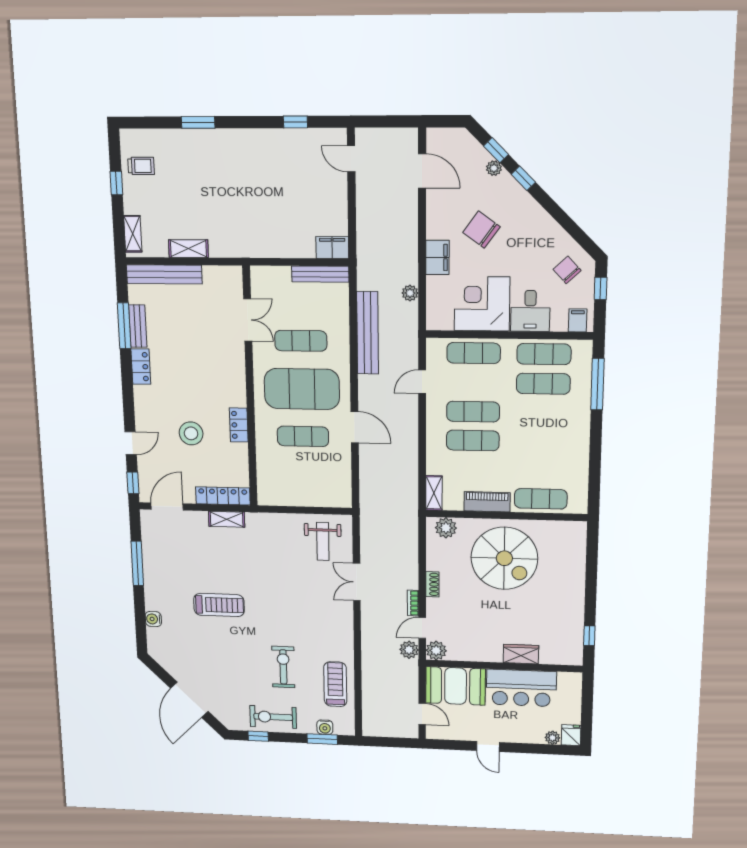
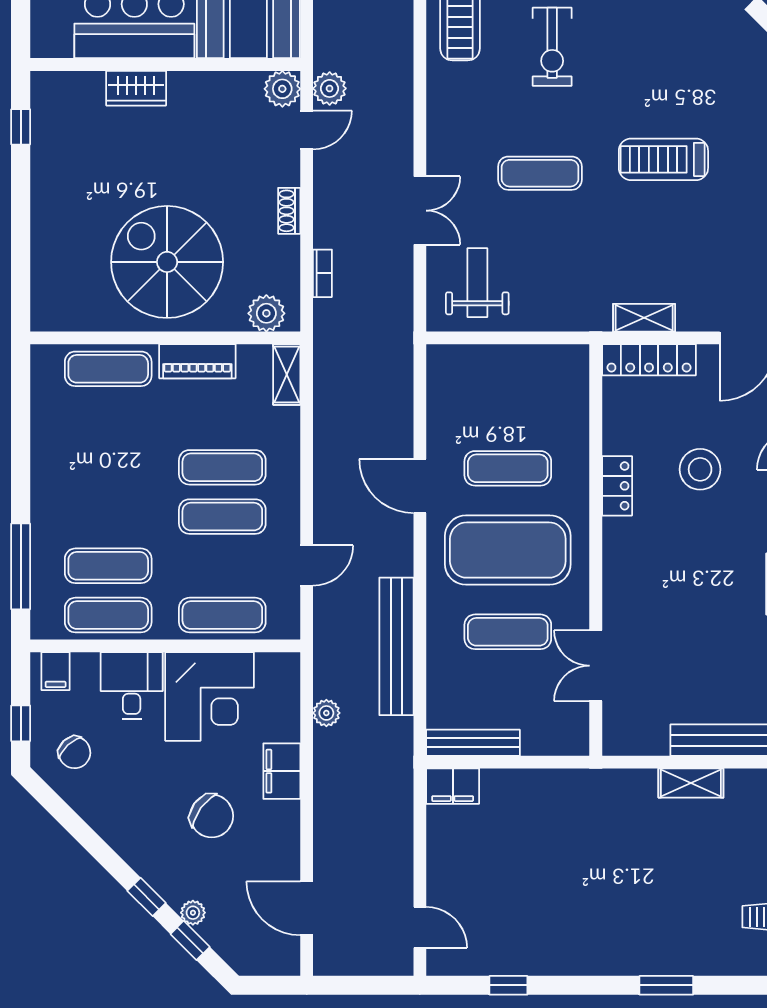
exercise mat: (288, 600) -> (540, 173), added
bookcase: (413, 603) -> (322, 273), moved

